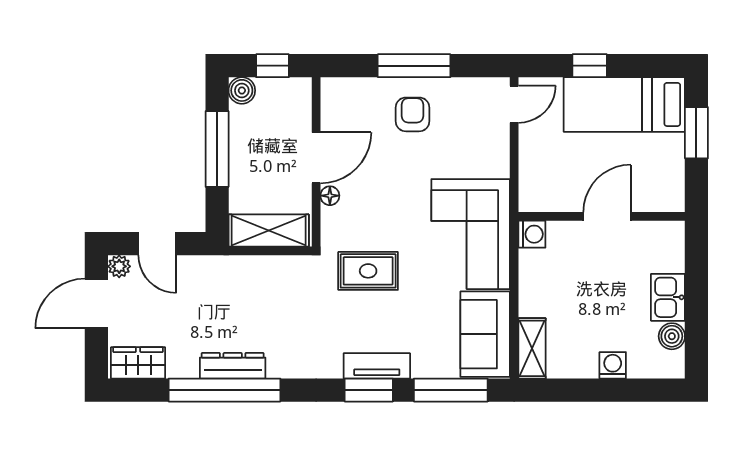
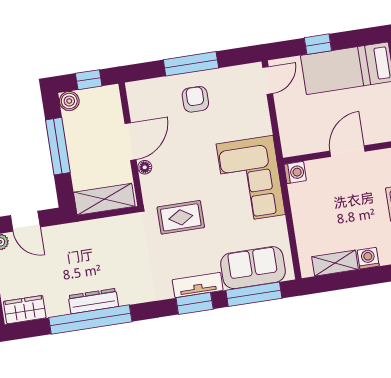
sofa: (485, 334) -> (253, 268), moved, turned 90
shelving: (532, 348) -> (335, 263), moved, turned 90

